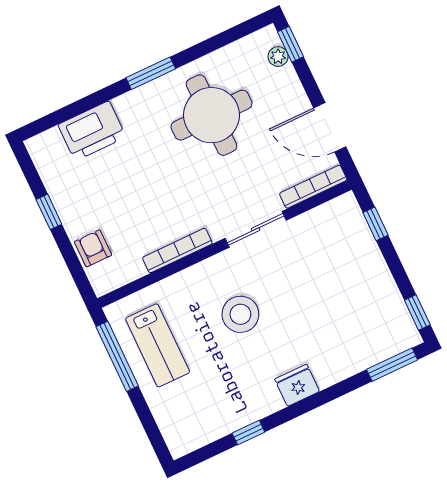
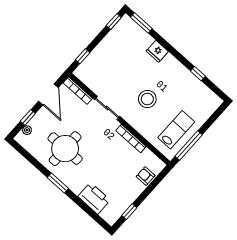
window: (291, 44) -> (28, 117), moved
window: (49, 212) -> (129, 212), moved
armchair: (93, 248) -> (146, 176), turned 90
fridge: (297, 385) -> (157, 51), moved

